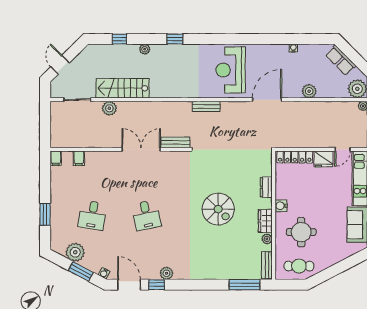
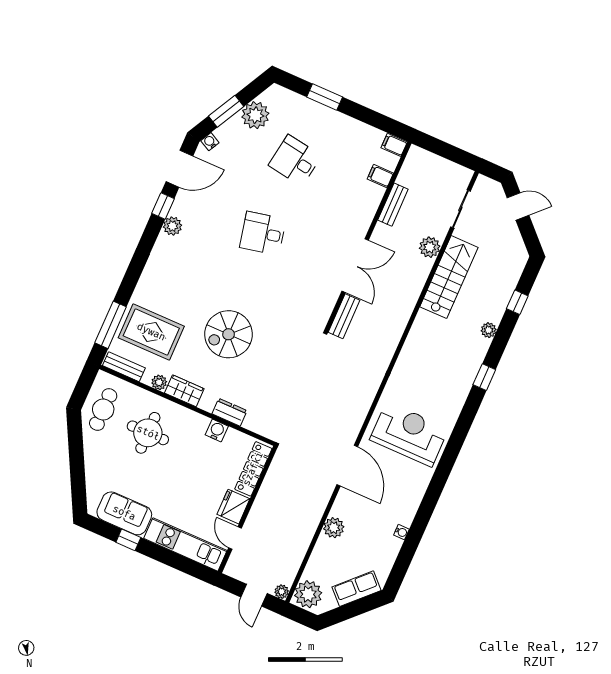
bench: (206, 106) -> (393, 205), moved
water cooler: (281, 206) -> (217, 430), moved
rug: (238, 257) -> (151, 332), added

